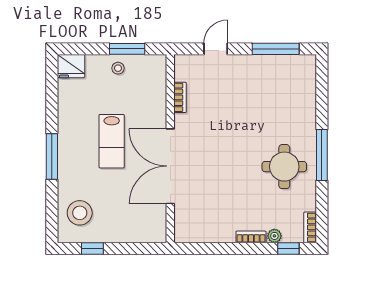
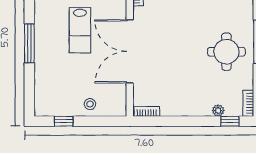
stool: (80, 213) -> (90, 104), moved, width x0.53, depth x0.53
bookcase: (251, 237) -> (147, 111), moved

